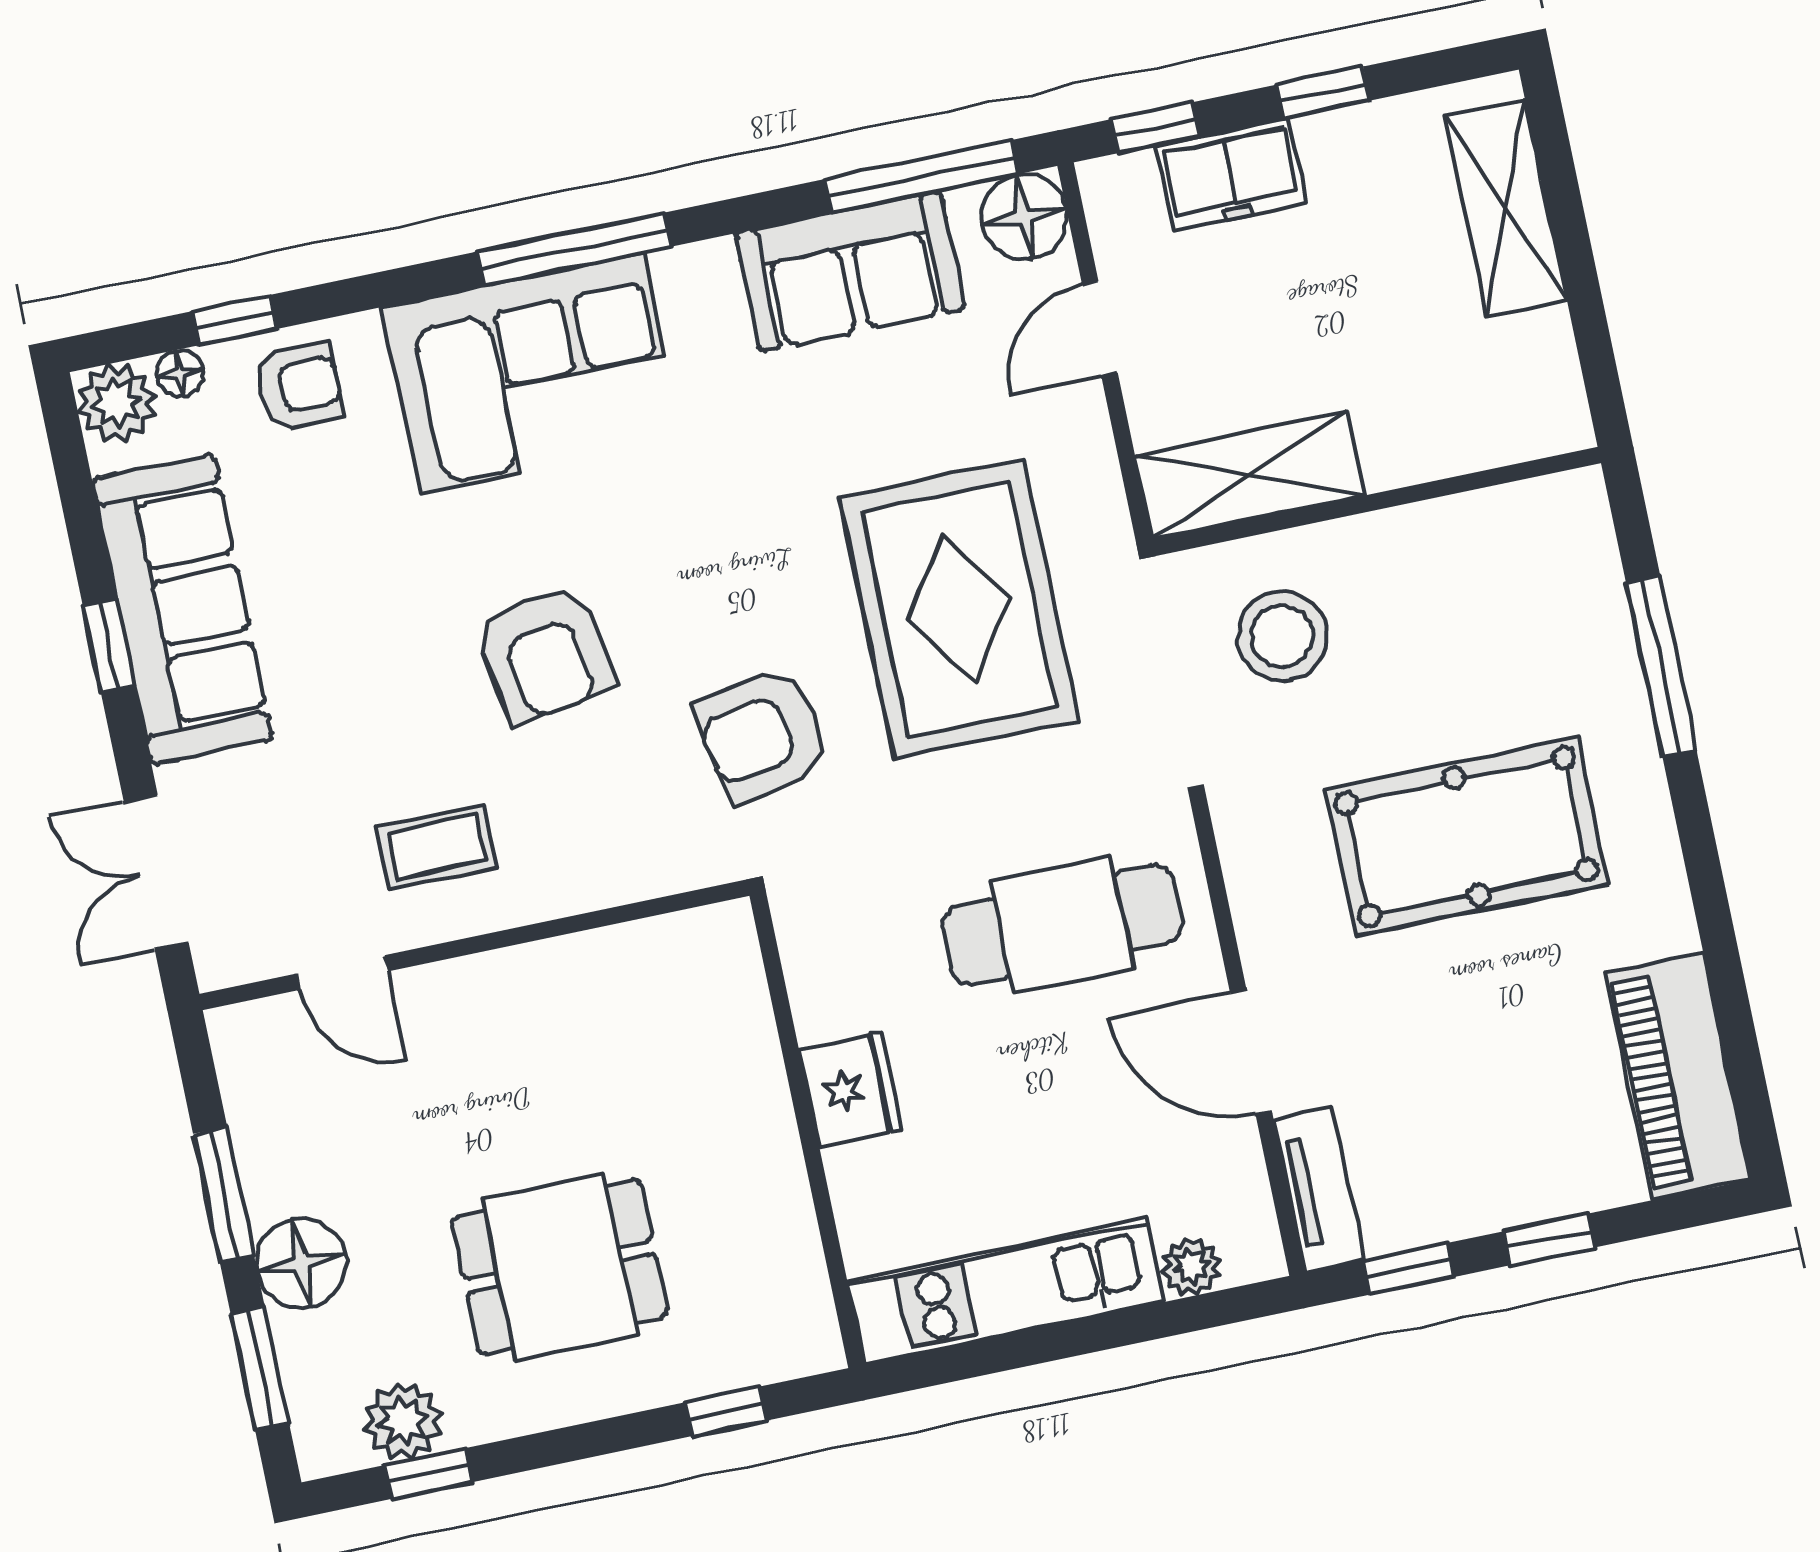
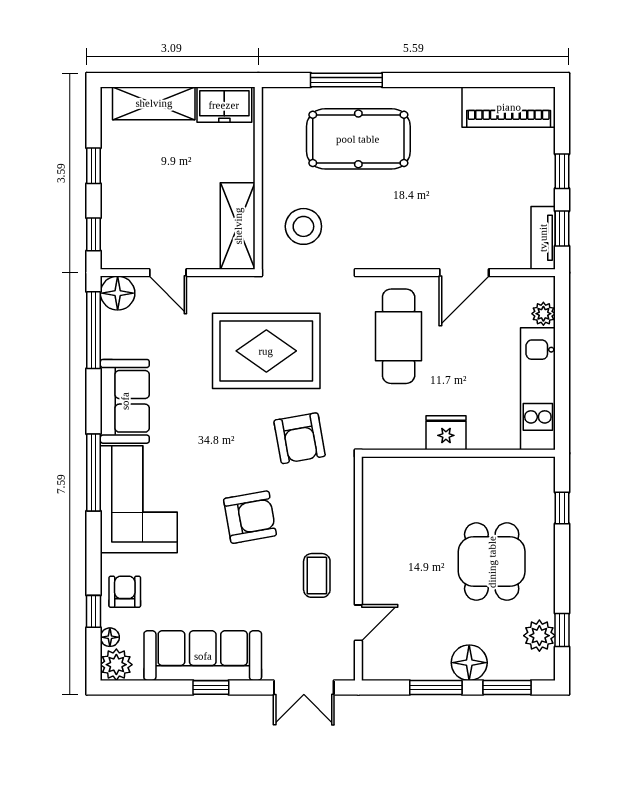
freezer: (1231, 175) -> (224, 105), moved, turned 90
sofa: (850, 271) -> (125, 401), moved
pool table: (1467, 837) -> (358, 139), moved, turned 90
tv unit: (1319, 1190) -> (543, 238), moved, turned -90

